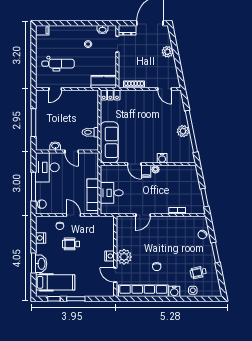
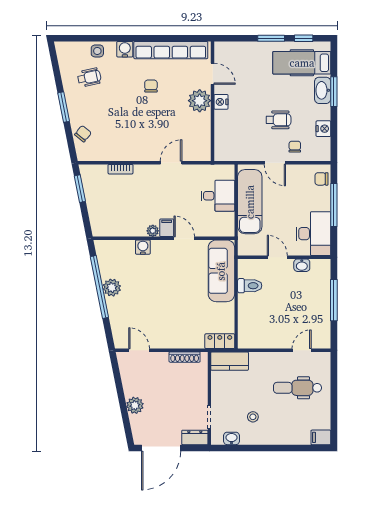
exam couch: (93, 195) -> (250, 202), width x1.36, depth x1.45

